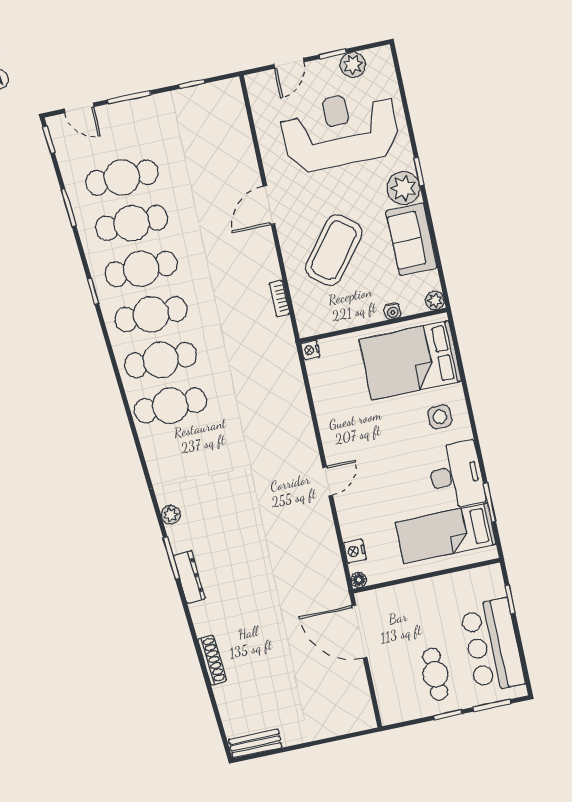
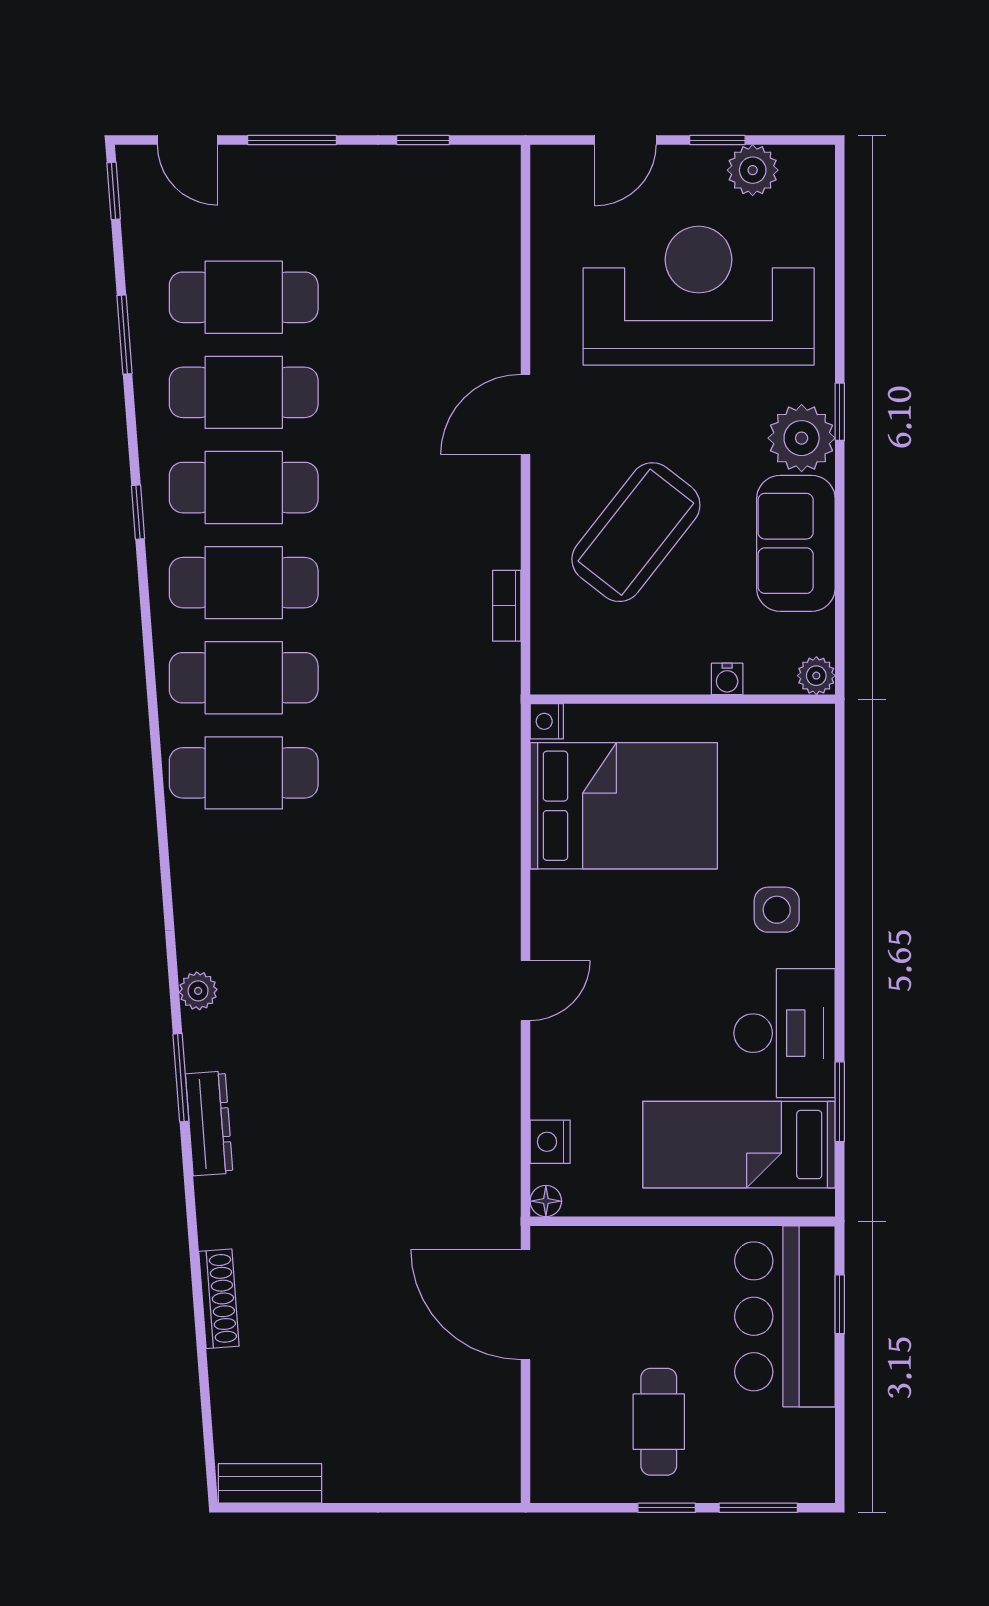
bed: (410, 360) -> (624, 806), moved, turned 180
bar counter: (492, 646) -> (785, 1316), moved

